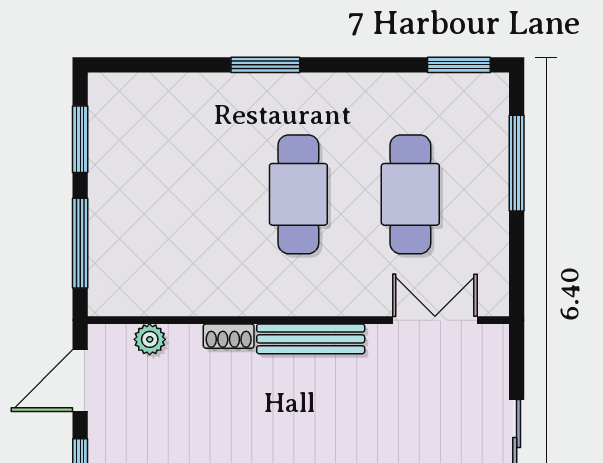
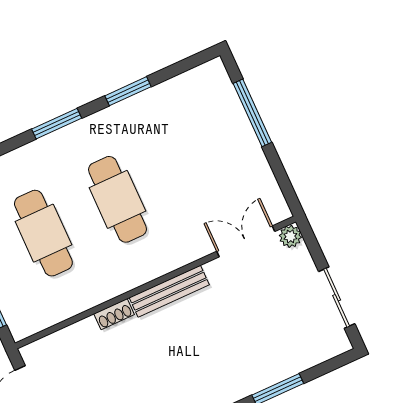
window: (459, 65) -> (128, 91), moved
cafe table: (410, 194) -> (43, 233), moved
plant: (150, 339) -> (290, 236), moved

